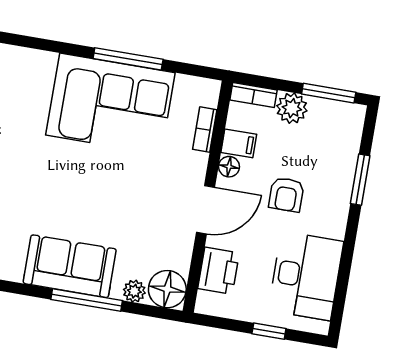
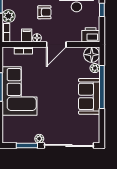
door: (206, 210) -> (56, 44), swing flipped
printer: (219, 271) -> (91, 35), moved
window: (87, 300) -> (102, 87), width x1.46

